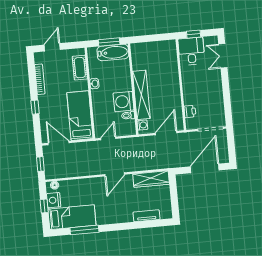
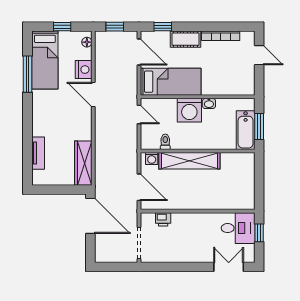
cot: (80, 68) -> (185, 39), moved
washing machine: (124, 102) -> (189, 110), moved, turned 180
window: (35, 107) -> (163, 27), moved
door: (59, 143) -> (139, 52), hinge flipped
door: (205, 168) -> (90, 216), moved
door: (115, 174) -> (93, 95), moved
nightstand: (54, 200) -> (84, 70), moved, turned 90

